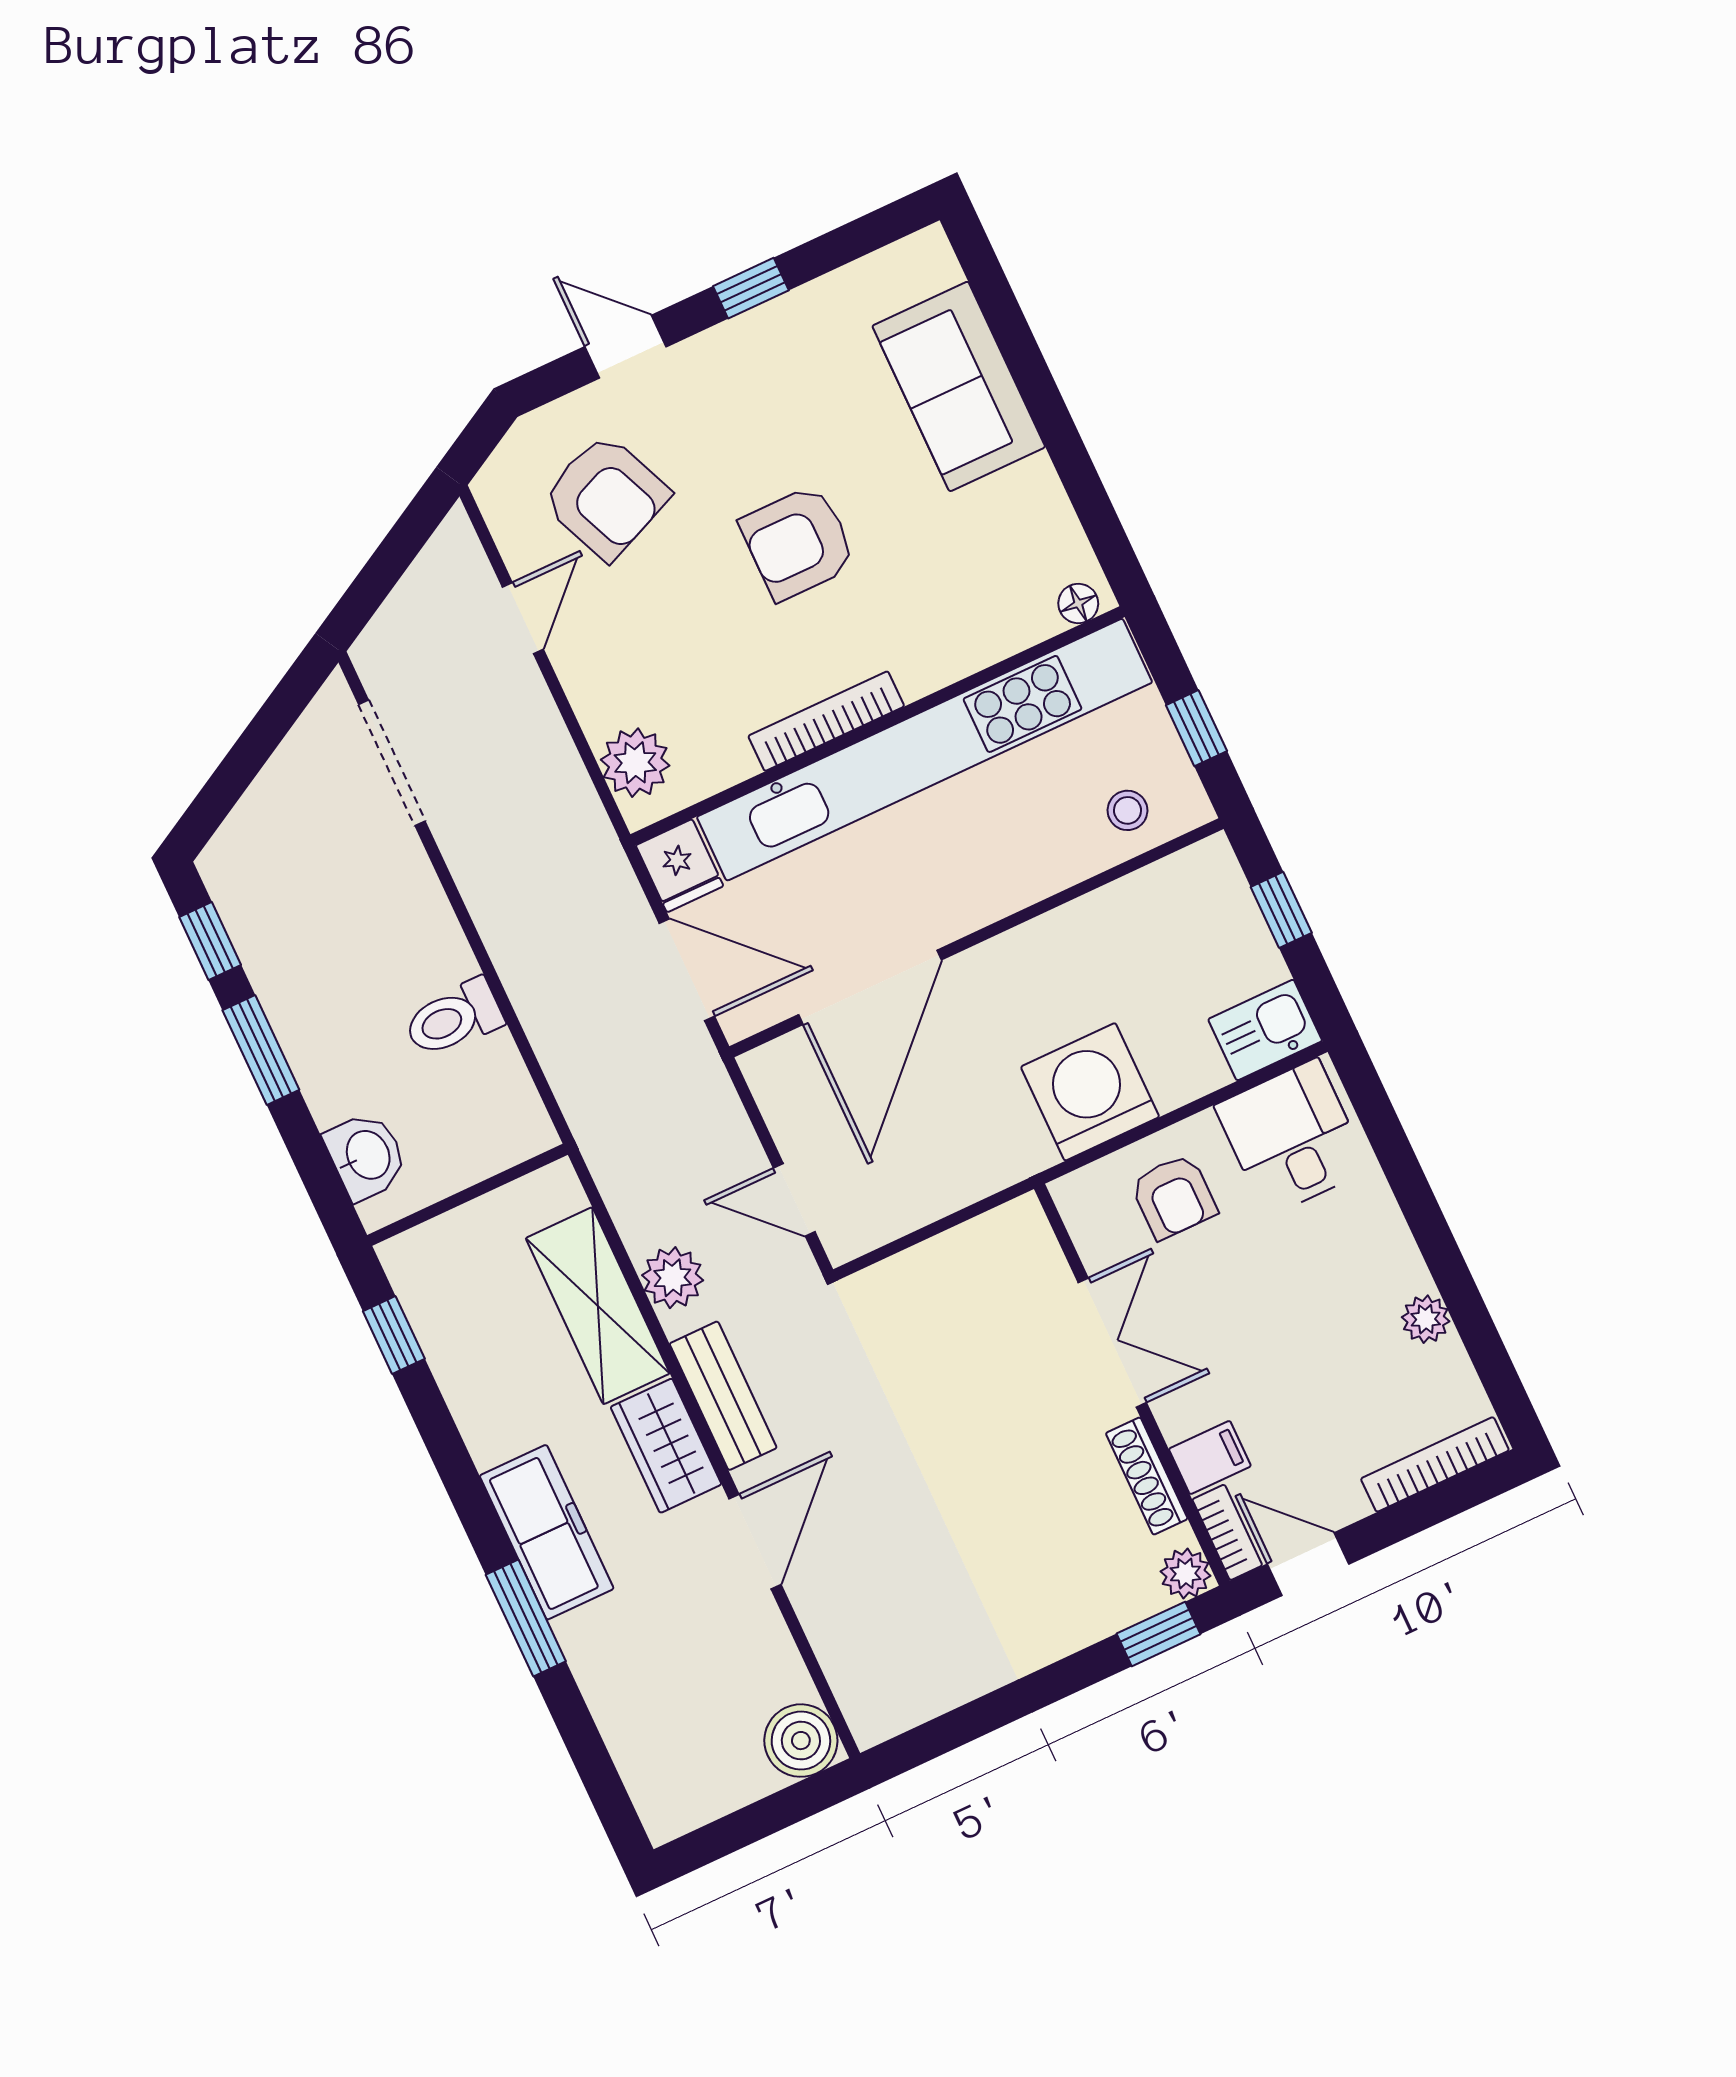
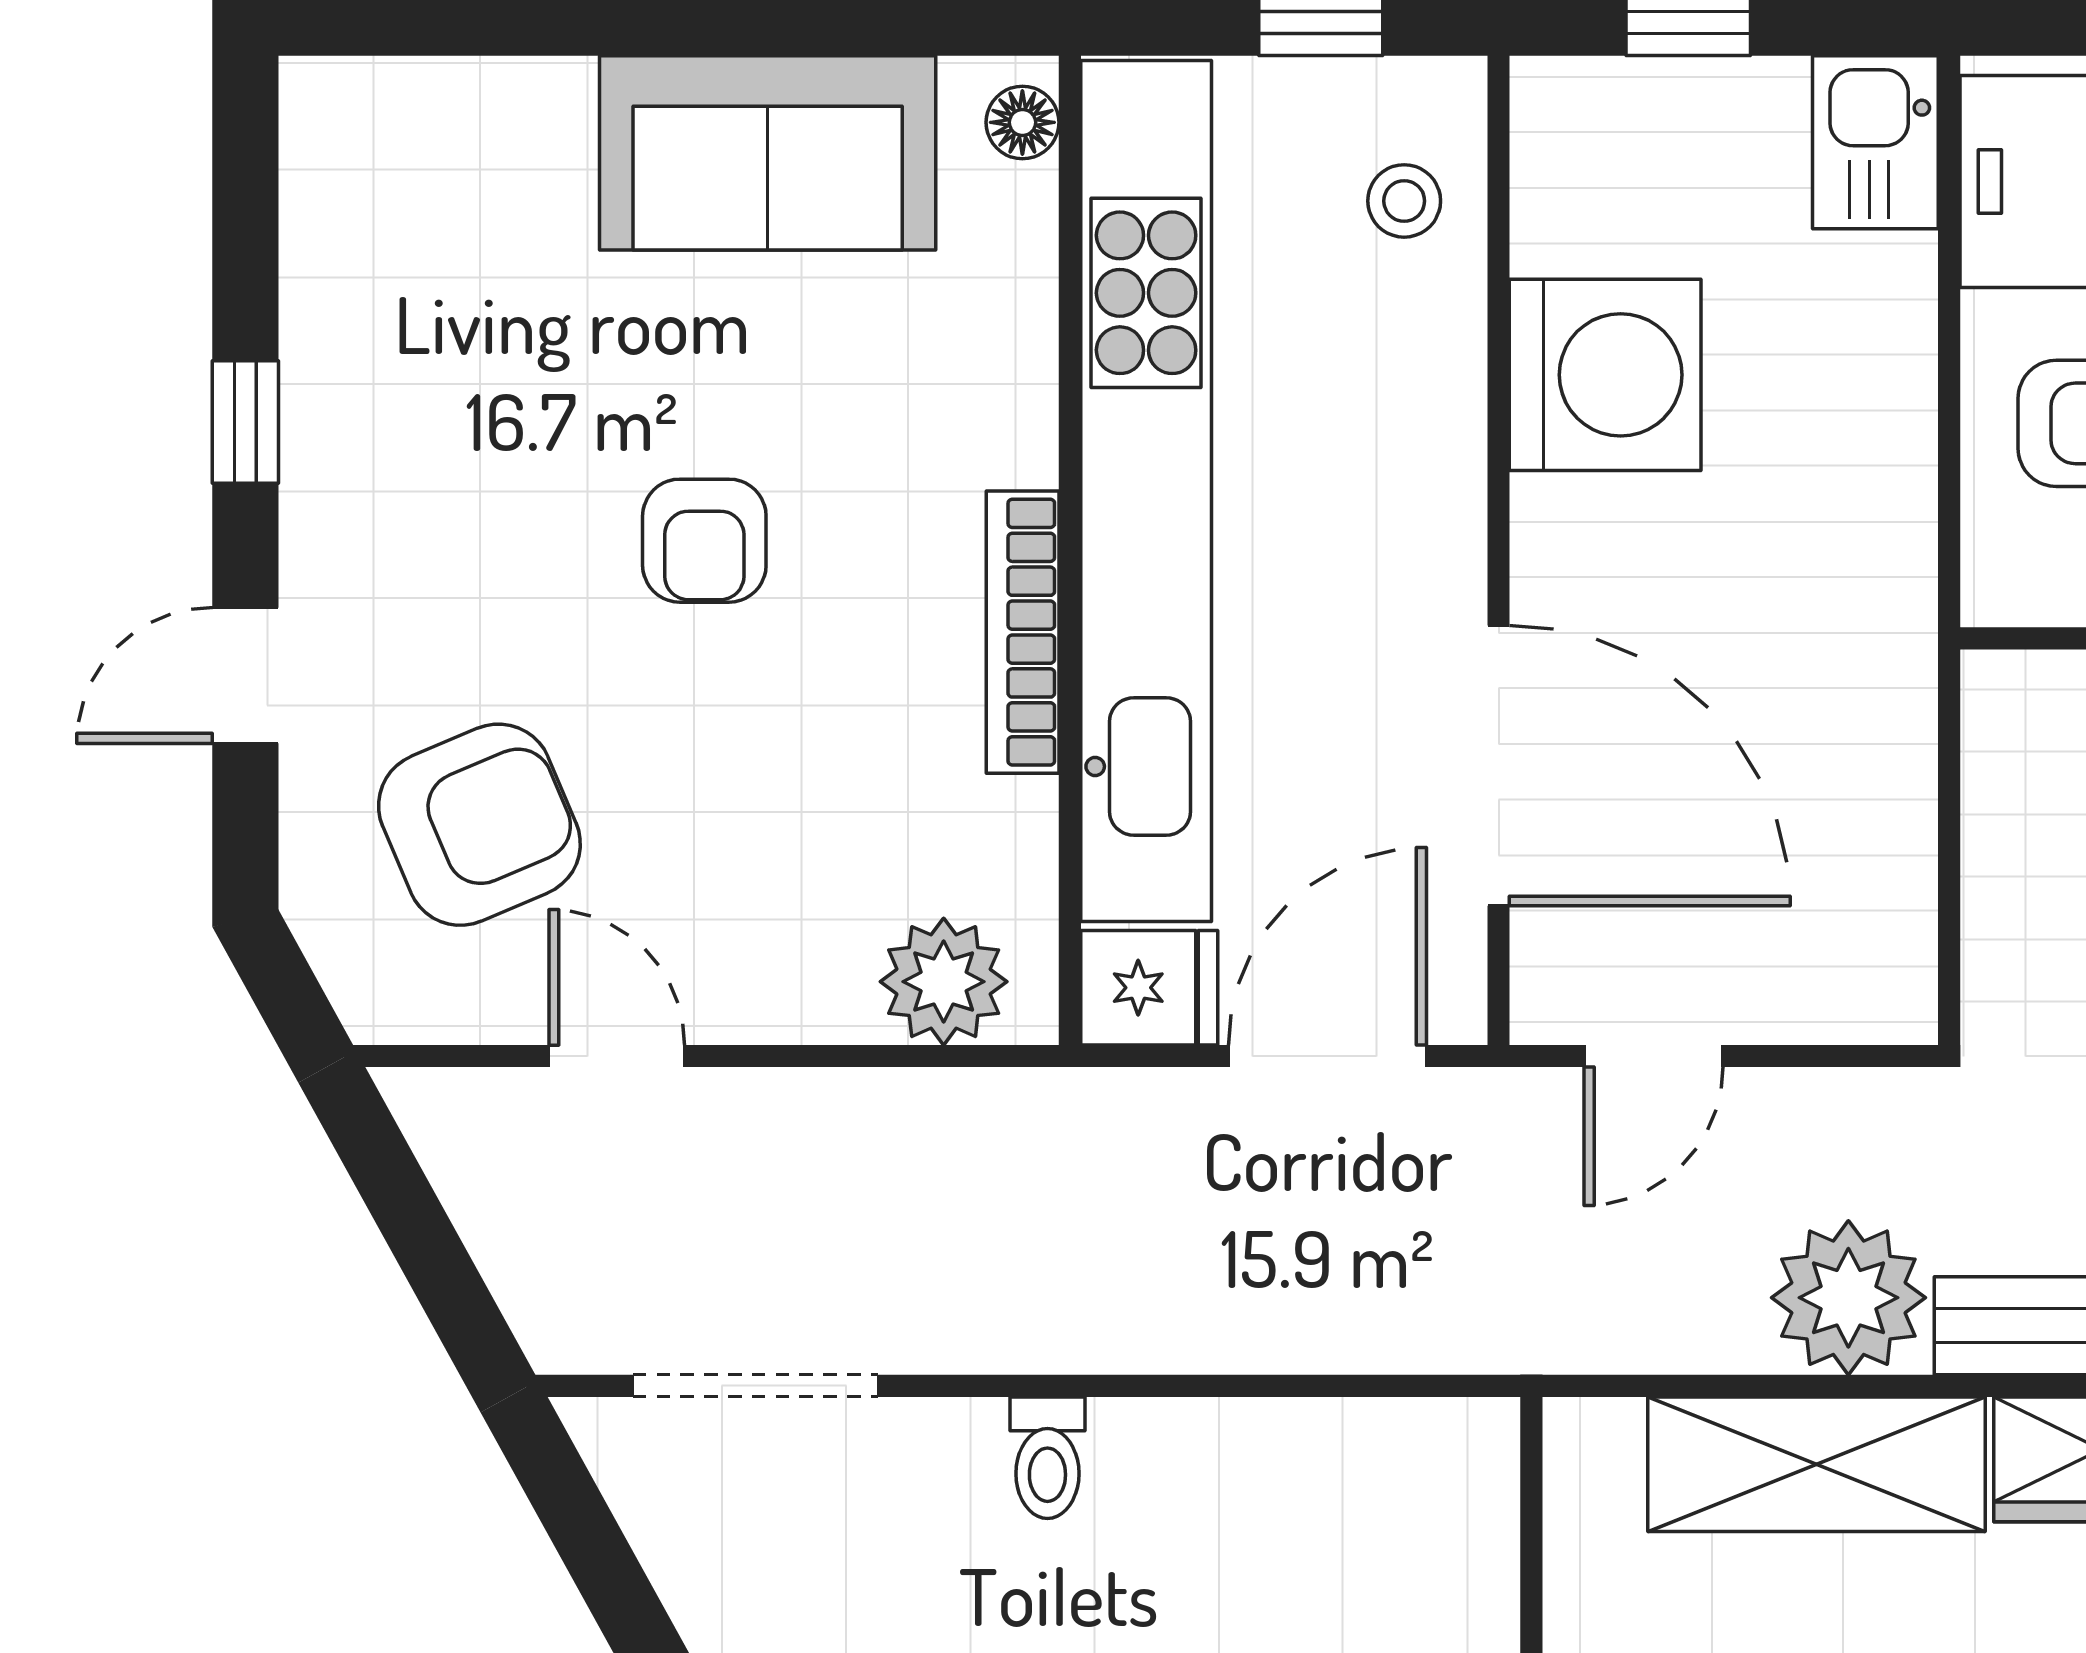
sofa: (959, 386) -> (768, 153), moved
armchair: (798, 543) -> (704, 541), width x0.72, depth x0.72
toilet: (453, 1018) -> (1047, 1458), moved, width x0.73, depth x0.72
washing machine: (1090, 1092) -> (1605, 375), moved, turned 180
door: (794, 1200) -> (1653, 1056), moved
plant: (673, 1278) -> (1848, 1298), width x1.36, depth x1.36

